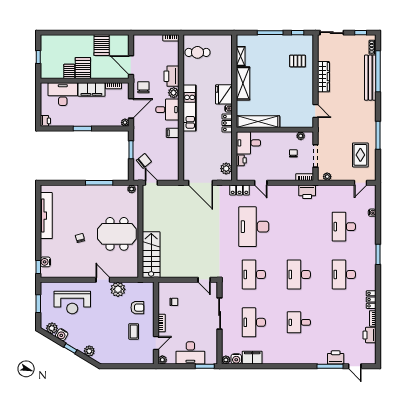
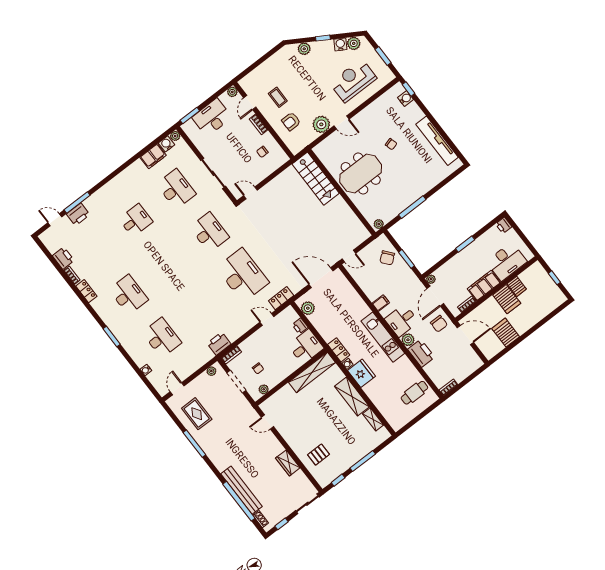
wardrobe: (323, 77) -> (288, 463), width x0.67
door: (151, 183) -> (349, 256), moved
desk: (299, 274) -> (169, 263), removed

